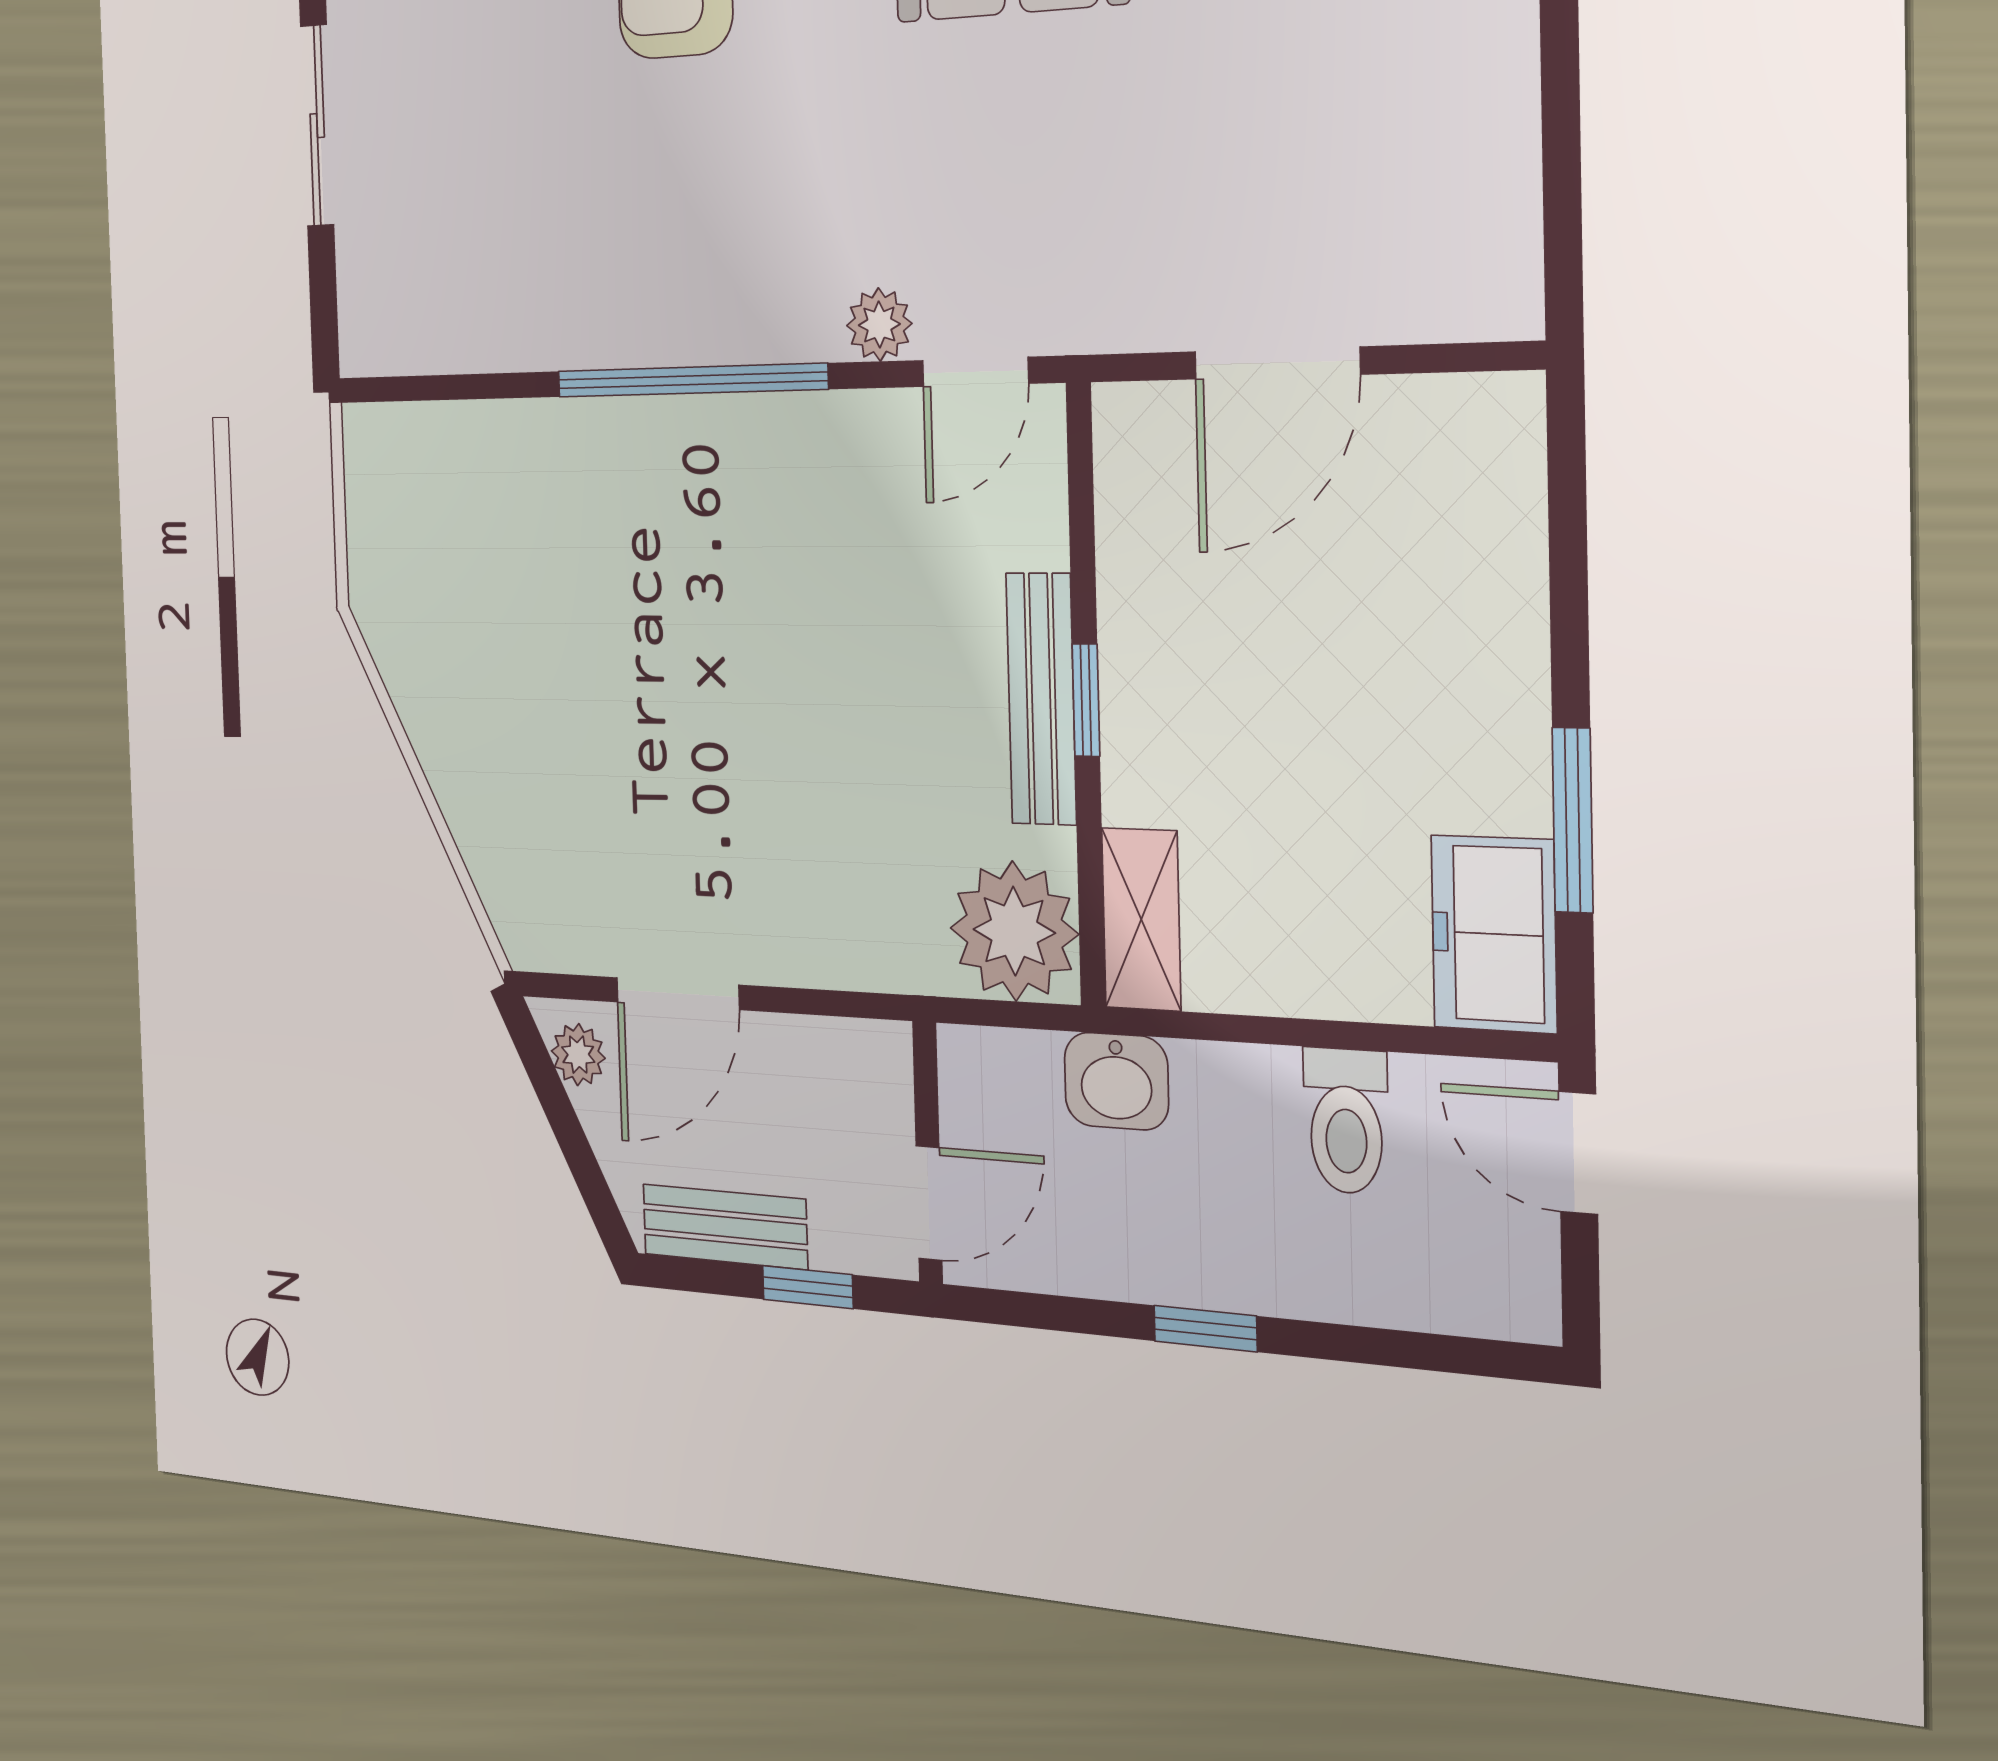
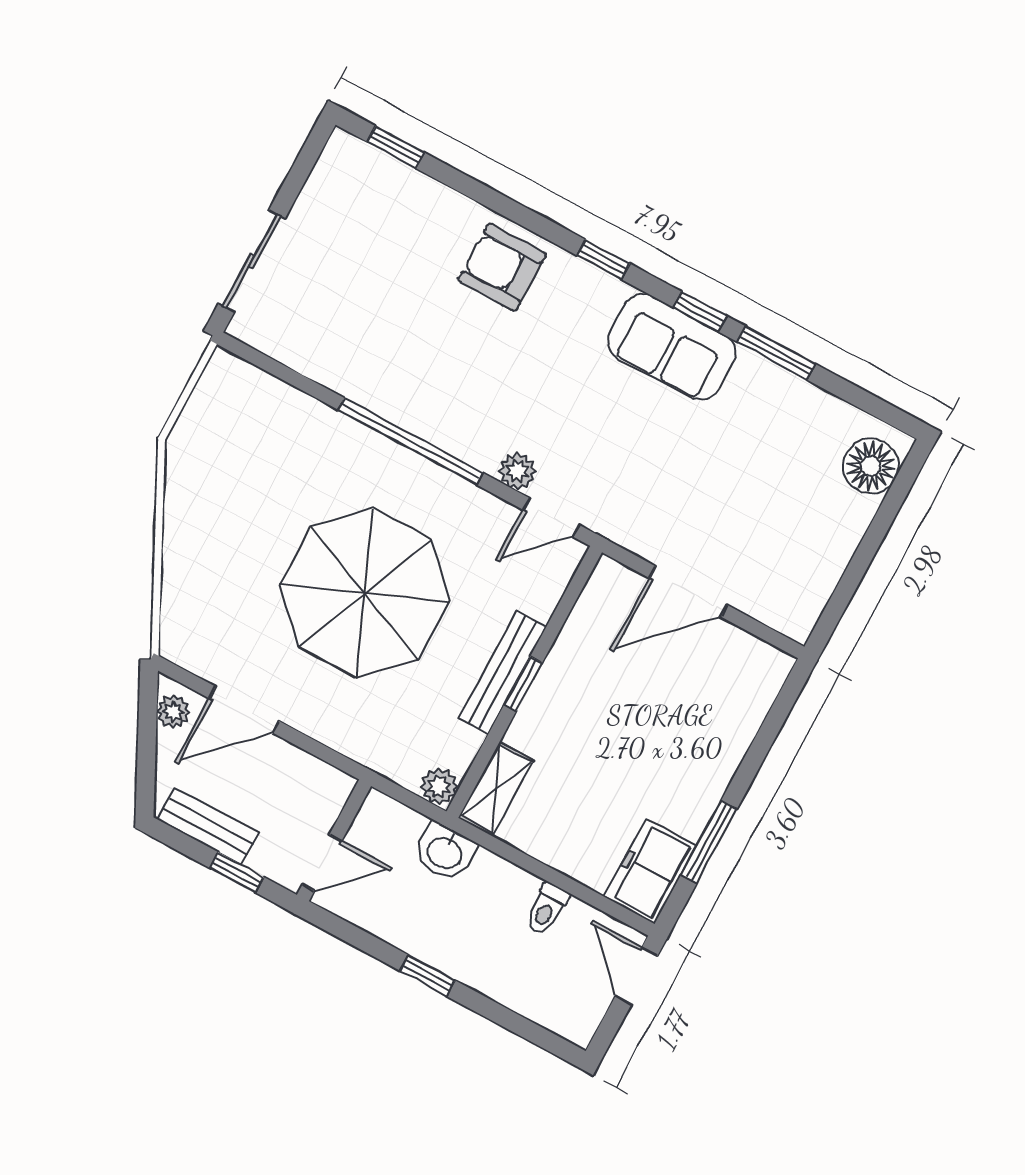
sliding door: (317, 126) -> (252, 261), moved
parasol: (755, 686) -> (365, 593), added
plant: (1014, 931) -> (439, 787), width x0.53, depth x0.53
toilet: (1346, 1121) -> (547, 909), width x0.73, depth x0.72

